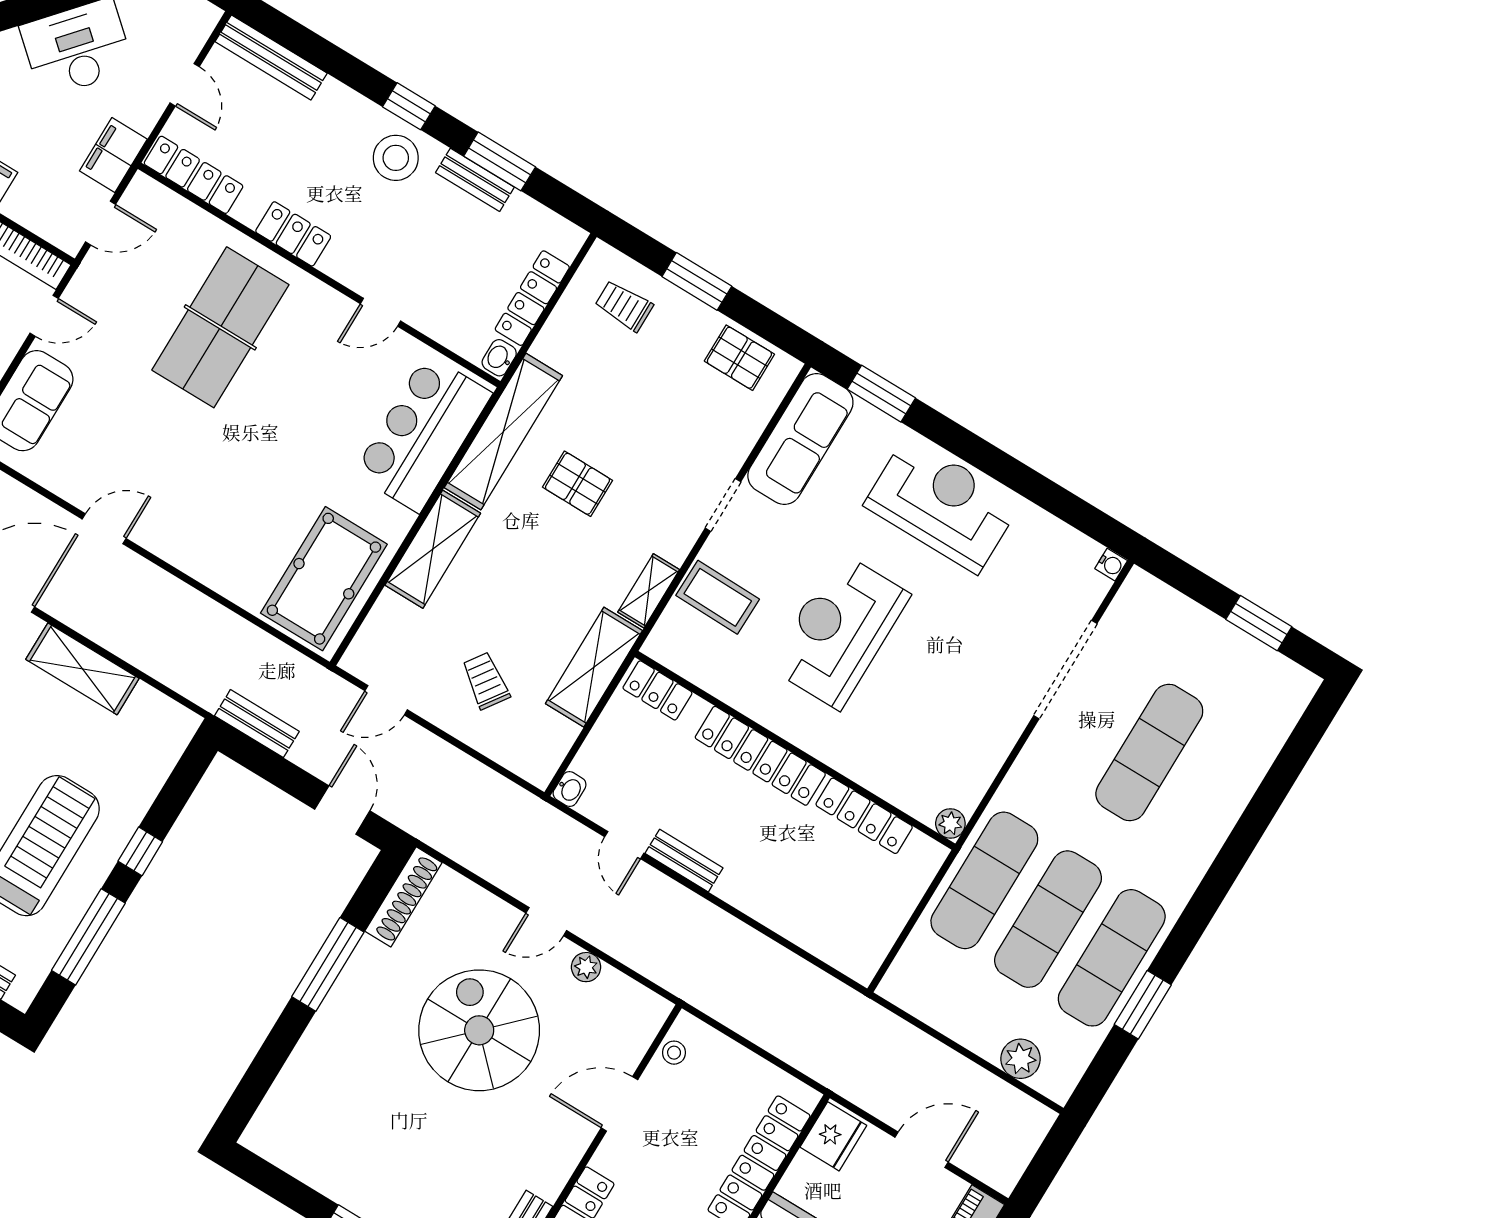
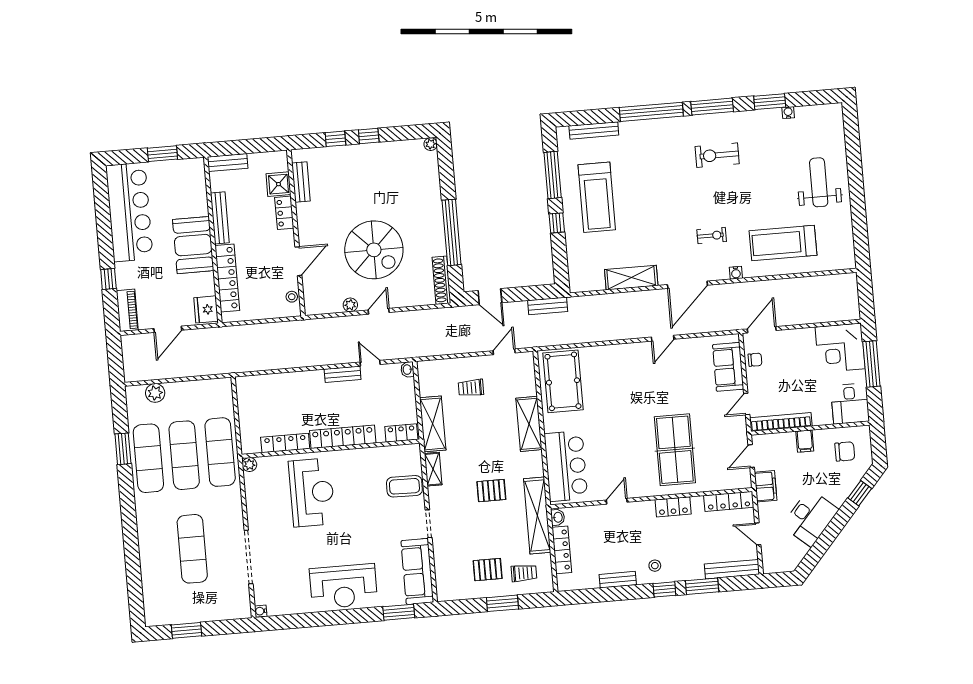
stool: (396, 158) -> (655, 566), width x0.53, depth x0.53
window: (500, 161) -> (702, 586), moved
pallet: (739, 358) -> (488, 570), moved
shelving: (503, 432) -> (537, 516), moved
reception desk: (839, 631) -> (312, 492), moved
trolley: (486, 681) -> (471, 388), turned 145
window: (328, 964) -> (452, 232), width x1.46
plant: (255, 1138) -> (431, 144), added

